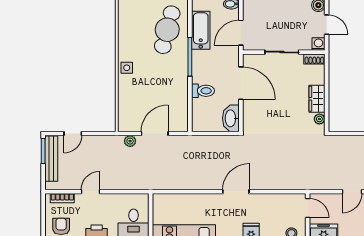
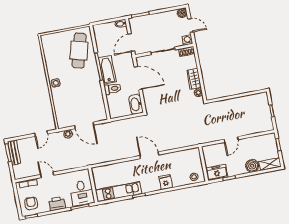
bathtub: (201, 30) -> (107, 70), moved
door: (73, 134) -> (41, 134), moved
door: (155, 134) -> (84, 125), swing flipped
bench: (51, 159) -> (14, 153), width x0.73
door: (90, 192) -> (47, 175), hinge flipped
door: (236, 192) -> (149, 155), hinge flipped
door: (308, 208) -> (202, 157), removed

